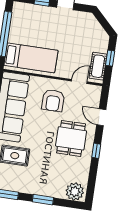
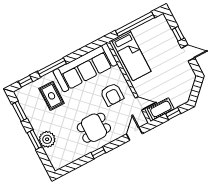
armchair: (53, 100) -> (112, 94), turned -90
door: (101, 117) -> (134, 134), moved
plant: (75, 192) -> (47, 139), moved

